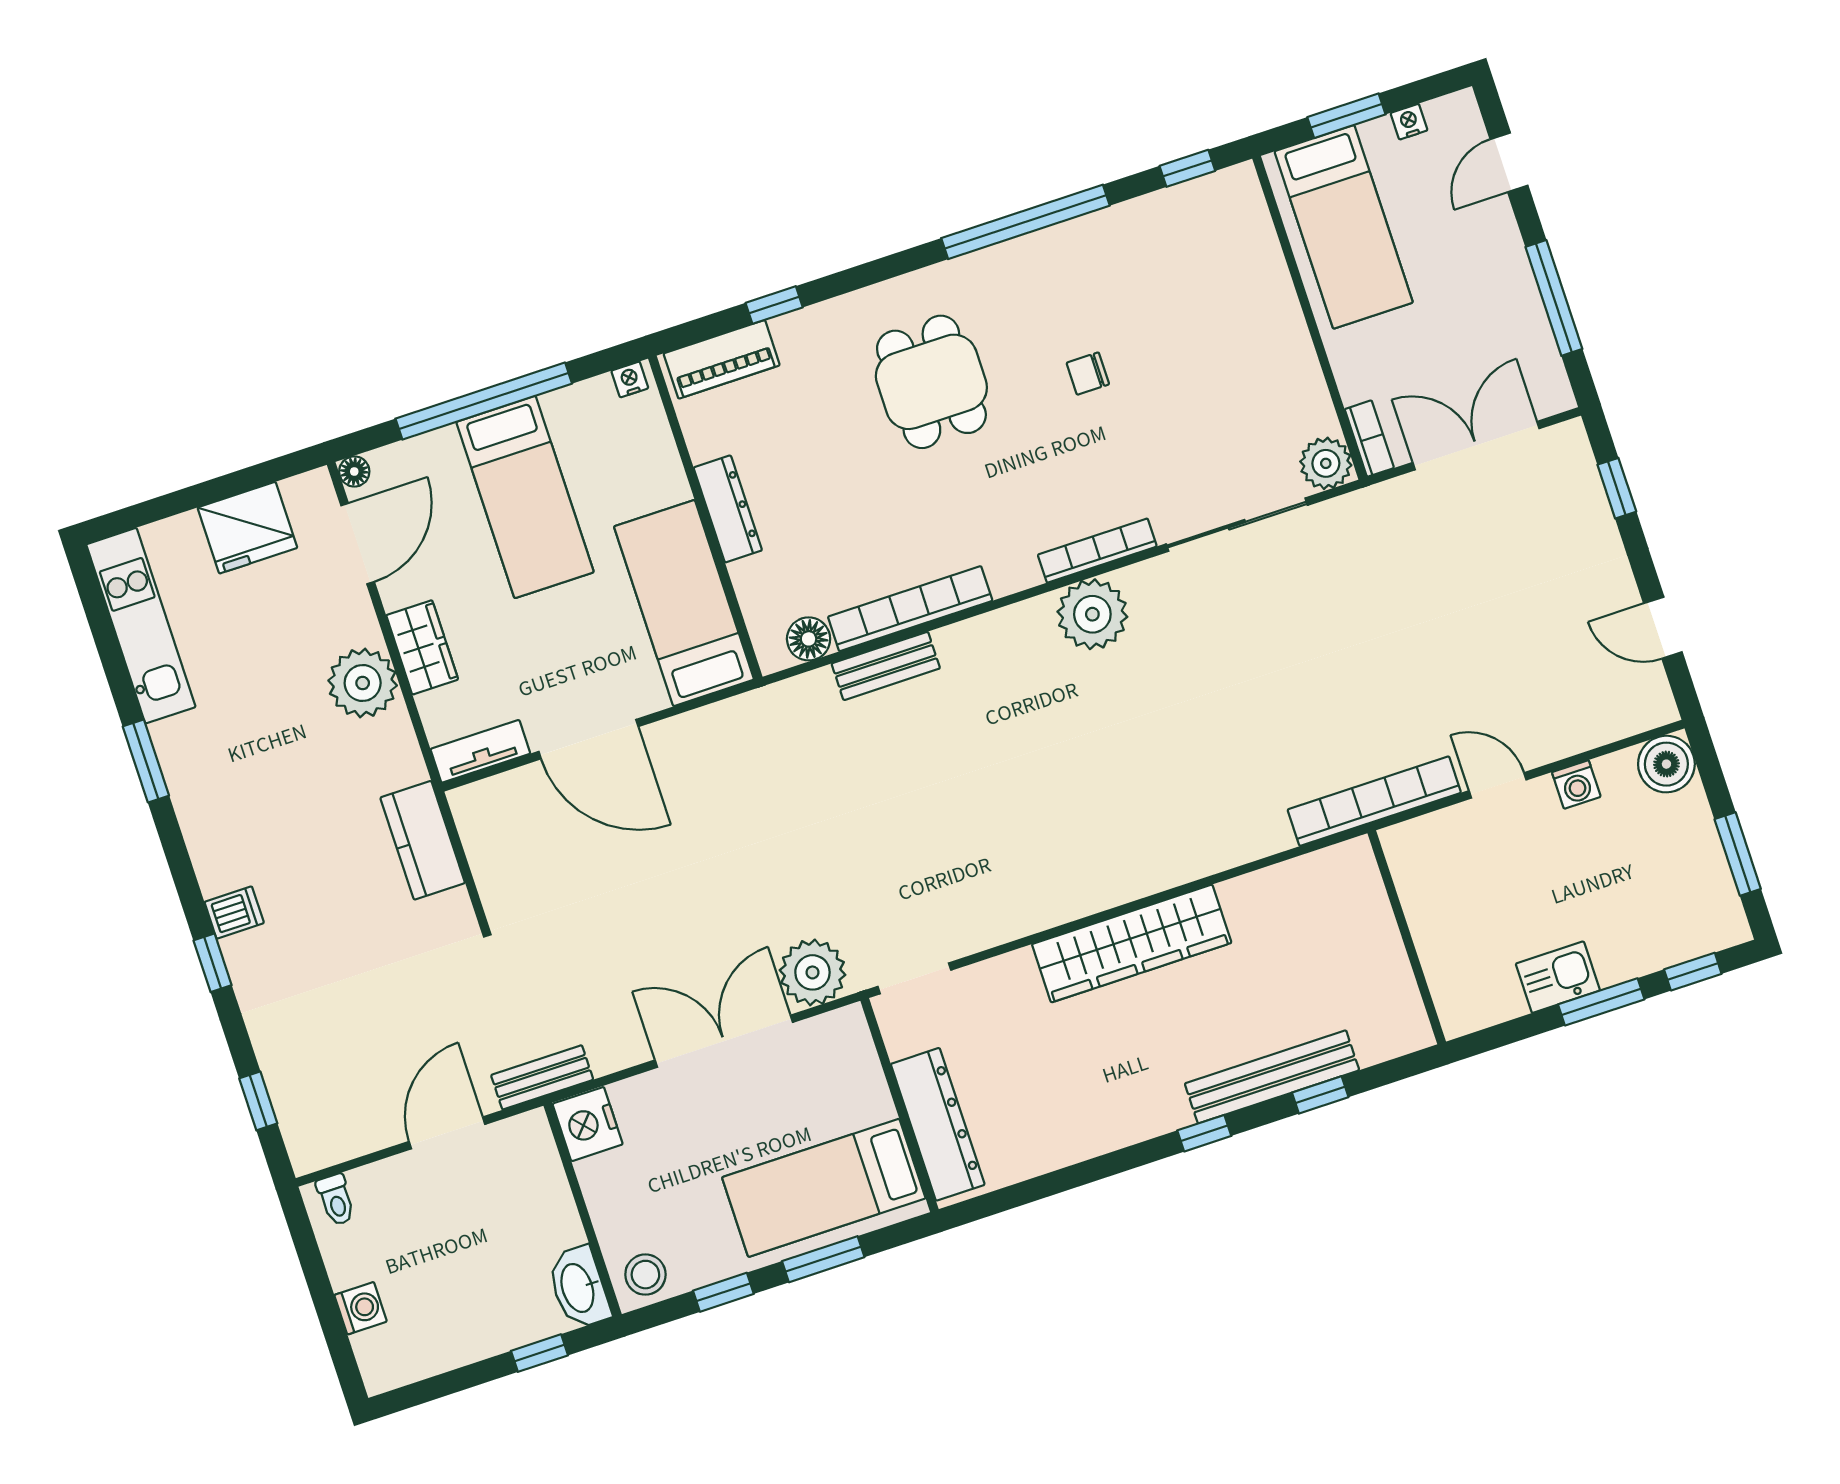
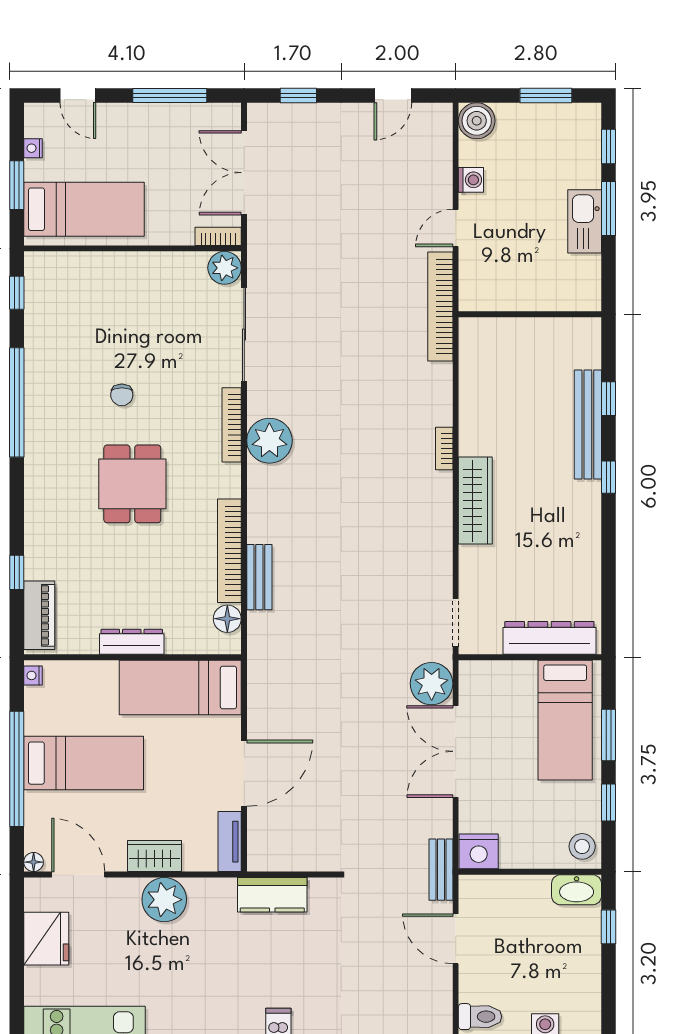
dining table: (931, 382) -> (132, 484), moved, turned 90
bookcase: (1166, 876) -> (444, 449), added
wardrobe: (1132, 944) -> (475, 501), width x0.71, depth x0.85
kitchen sink: (1558, 977) -> (585, 221), width x1.38
toilet: (336, 1200) -> (480, 1017), width x1.37, depth x1.39

